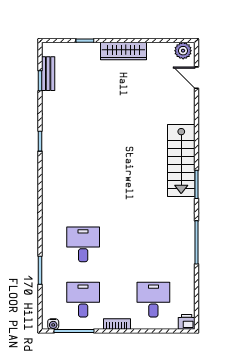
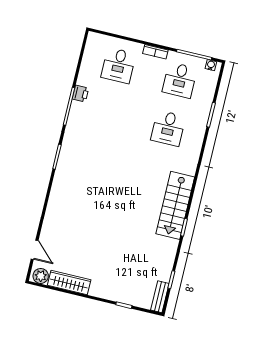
wardrobe: (123, 51) -> (69, 282), moved
bench: (48, 74) -> (160, 297), moved
stairs: (181, 160) -> (175, 205), moved, turned 180
printer: (187, 322) -> (80, 94), moved, turned -90

